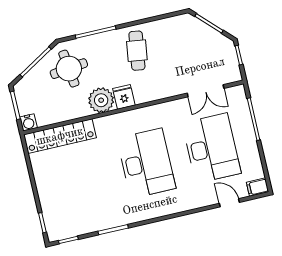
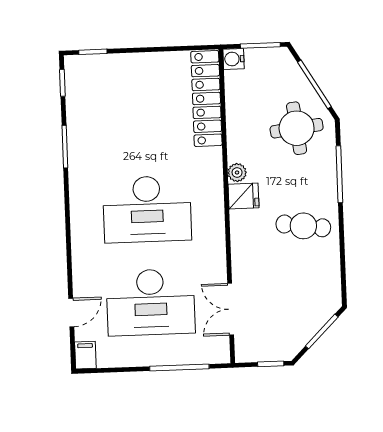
plant: (101, 100) -> (237, 173), width x0.53, depth x0.53

